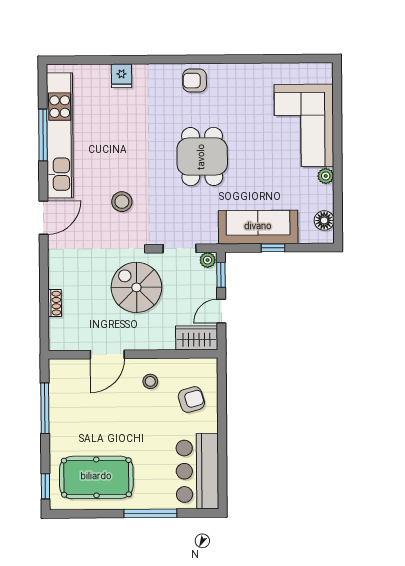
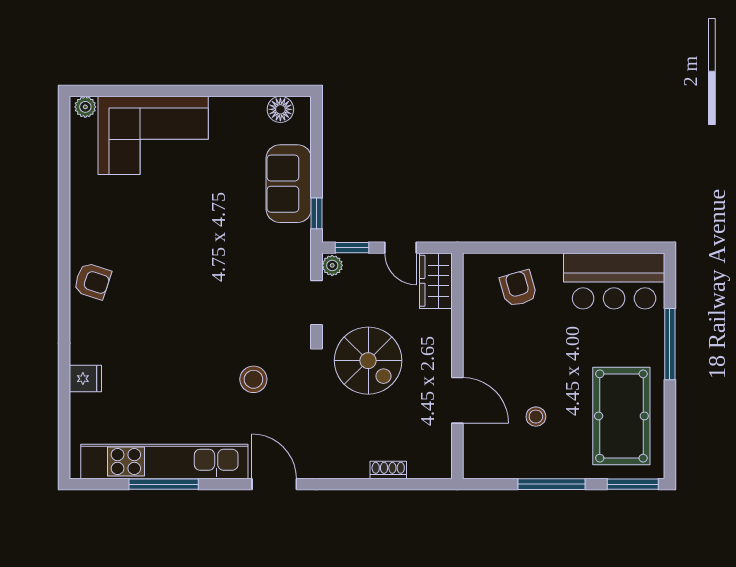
armchair: (195, 81) -> (92, 281), turned -72
dining table: (202, 157) -> (194, 272), removed
plant: (326, 176) -> (85, 107), moved
sofa: (258, 227) -> (289, 184), width x0.73
window: (273, 248) -> (317, 213), moved
spiral stairs: (136, 287) -> (368, 361), turned -90
stool: (150, 381) -> (536, 417), moved
window: (45, 408) -> (552, 484), moved
window: (45, 486) -> (633, 484), width x1.50

